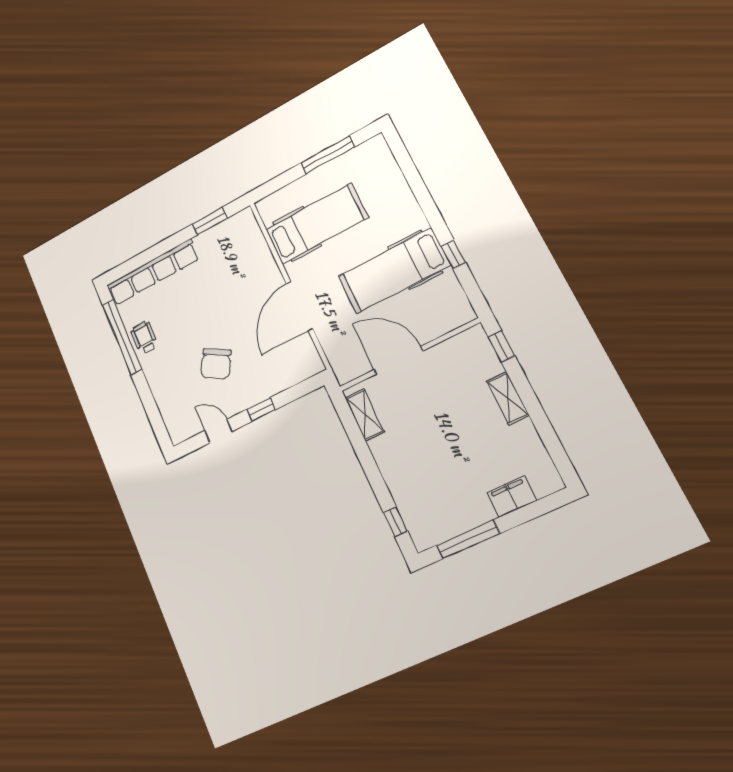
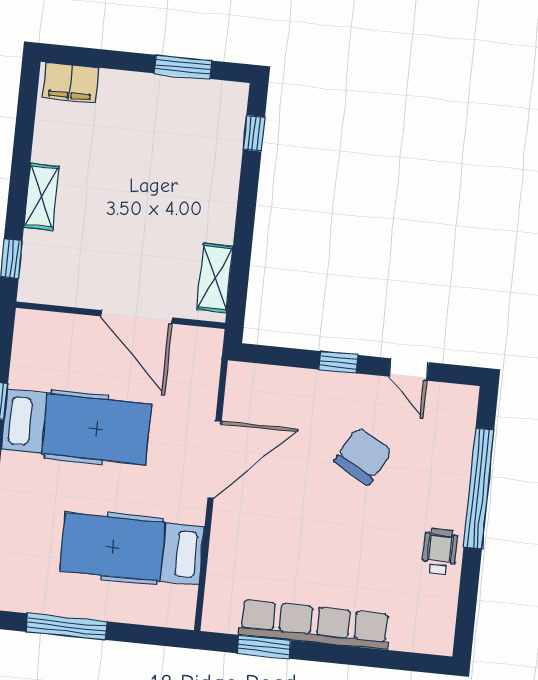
row of seats: (153, 272) -> (314, 625), moved
window: (122, 337) -> (479, 488), moved
wheelchair: (144, 338) -> (440, 552), turned 180
filing cabinet: (511, 496) -> (71, 83), moved
window: (468, 539) -> (183, 67), width x0.69

